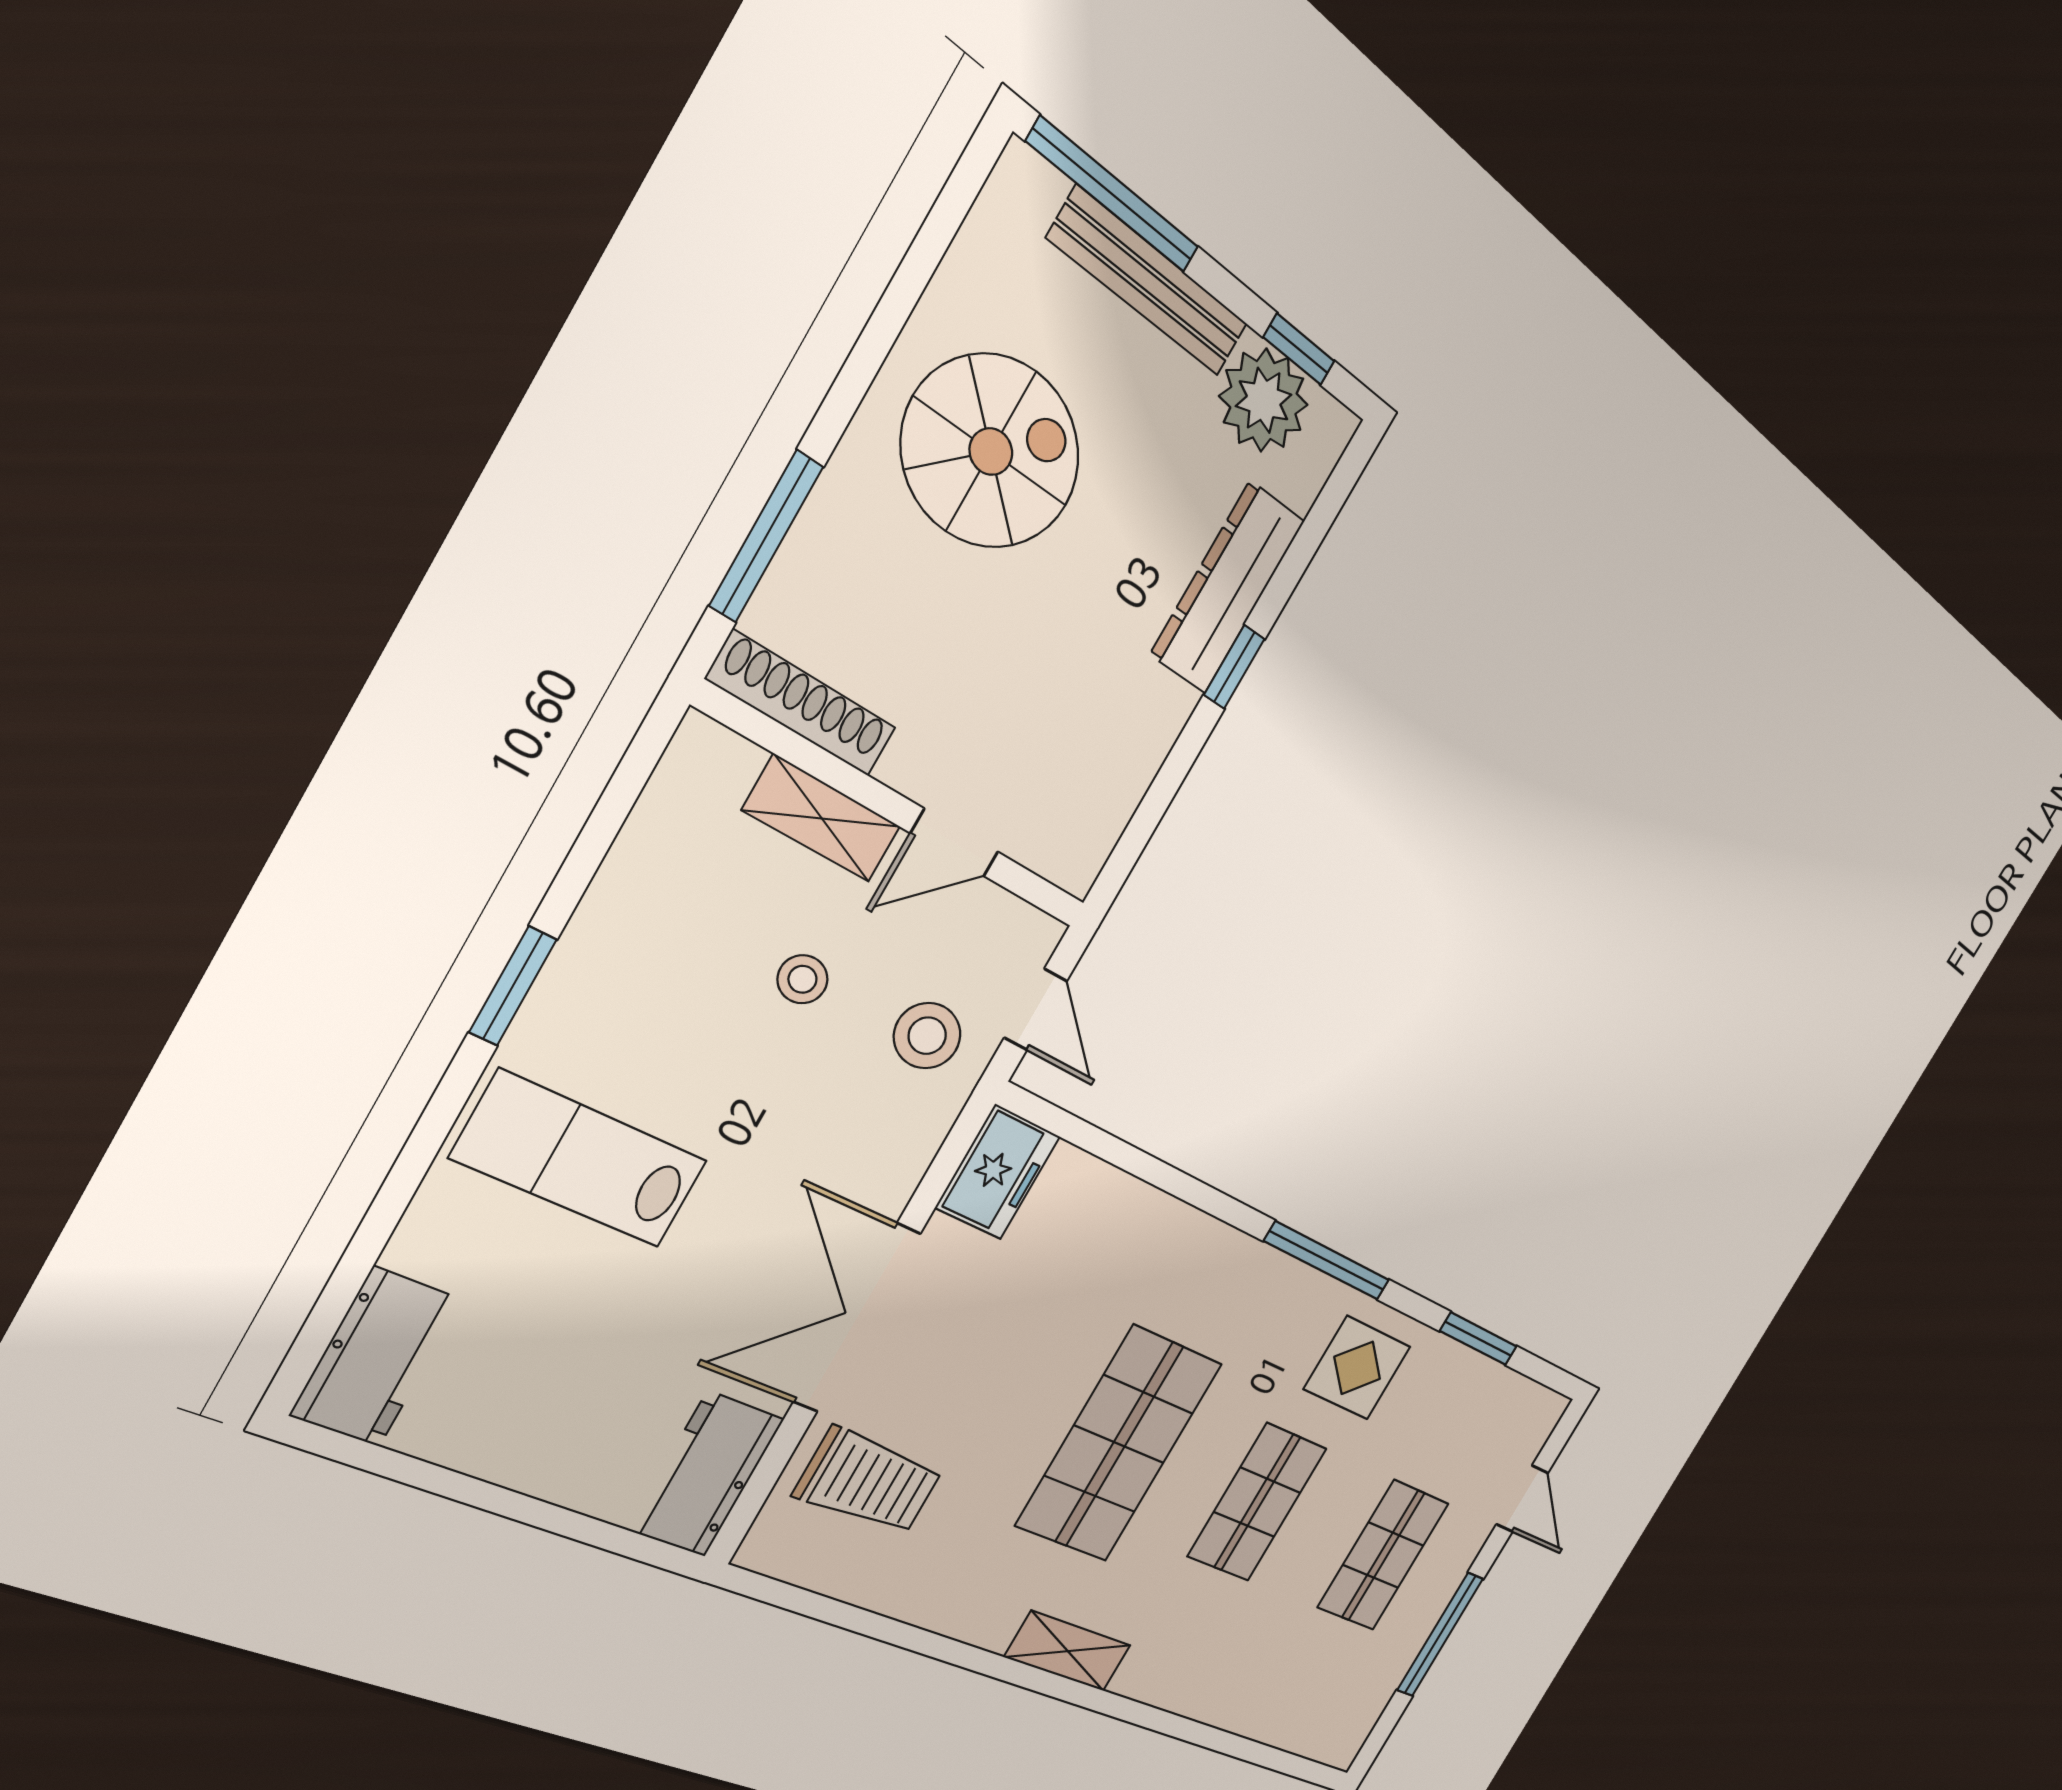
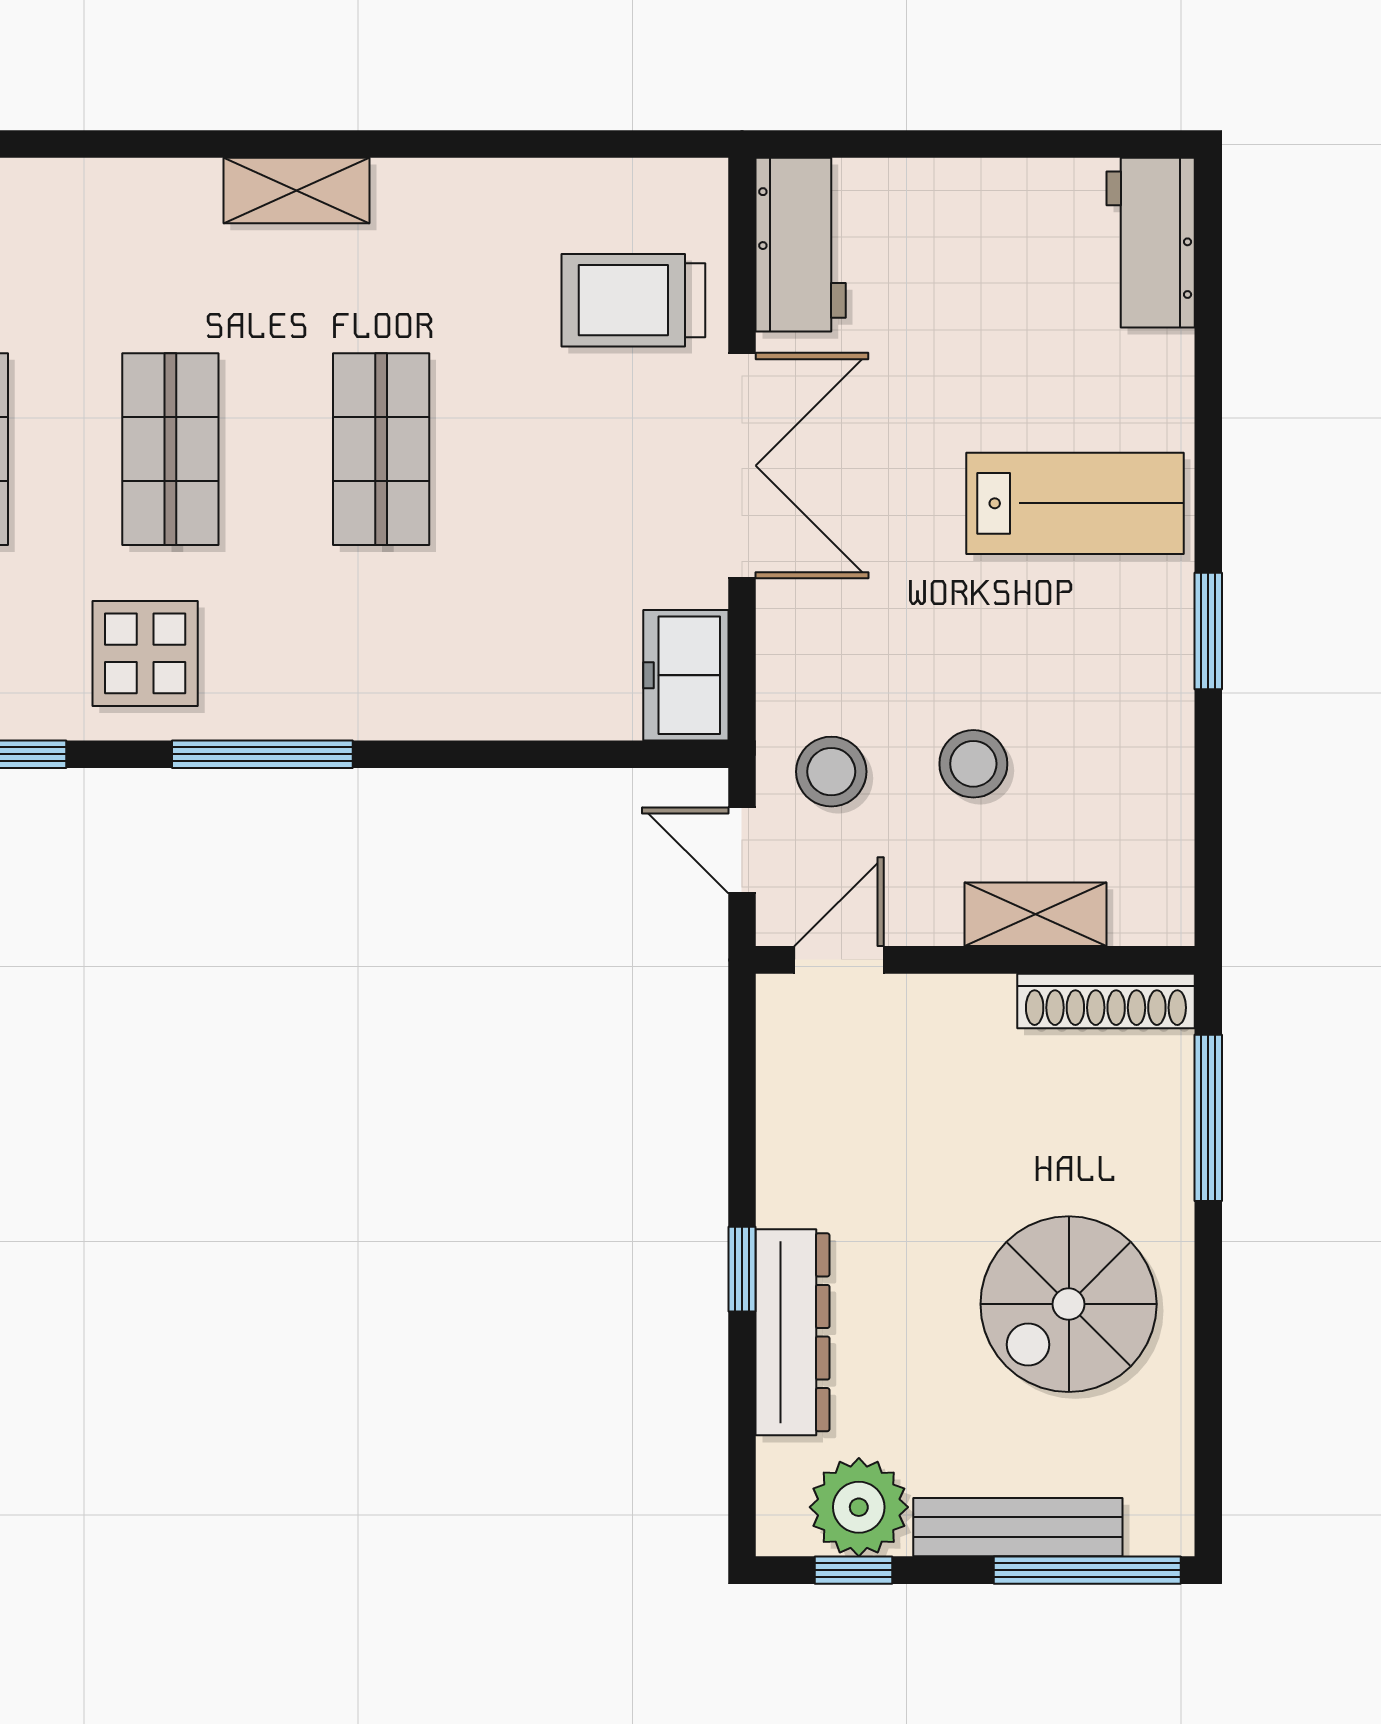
door: (954, 843) -> (839, 960), moved
stool: (802, 979) -> (973, 764), width x1.37, depth x1.37
shop shelf: (1119, 1444) -> (381, 449), width x0.70, depth x0.74

